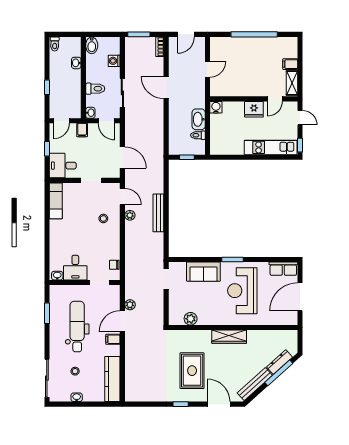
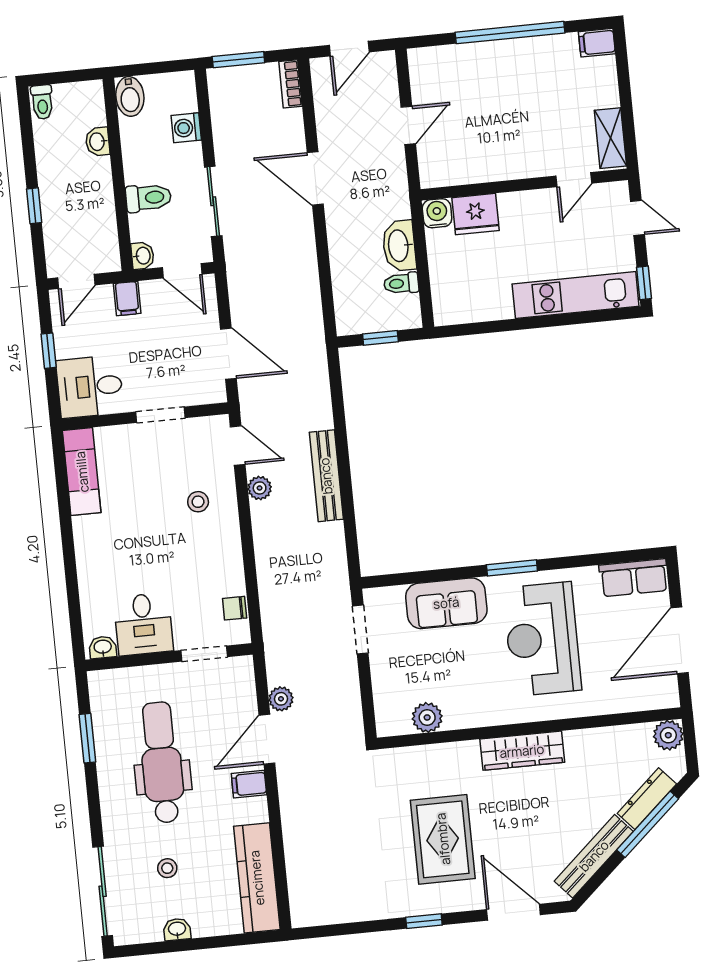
filing cabinet: (290, 64) -> (597, 43), moved
fridge: (254, 109) -> (476, 214), moved
plant: (291, 336) -> (668, 735), added

